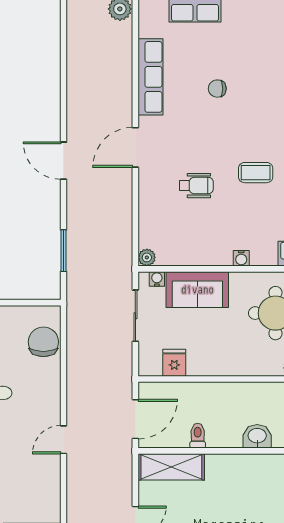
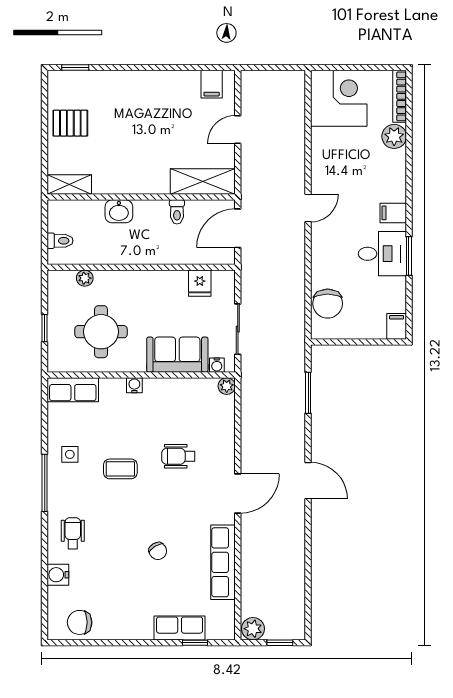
chair: (217, 89) -> (158, 551), turned 59

